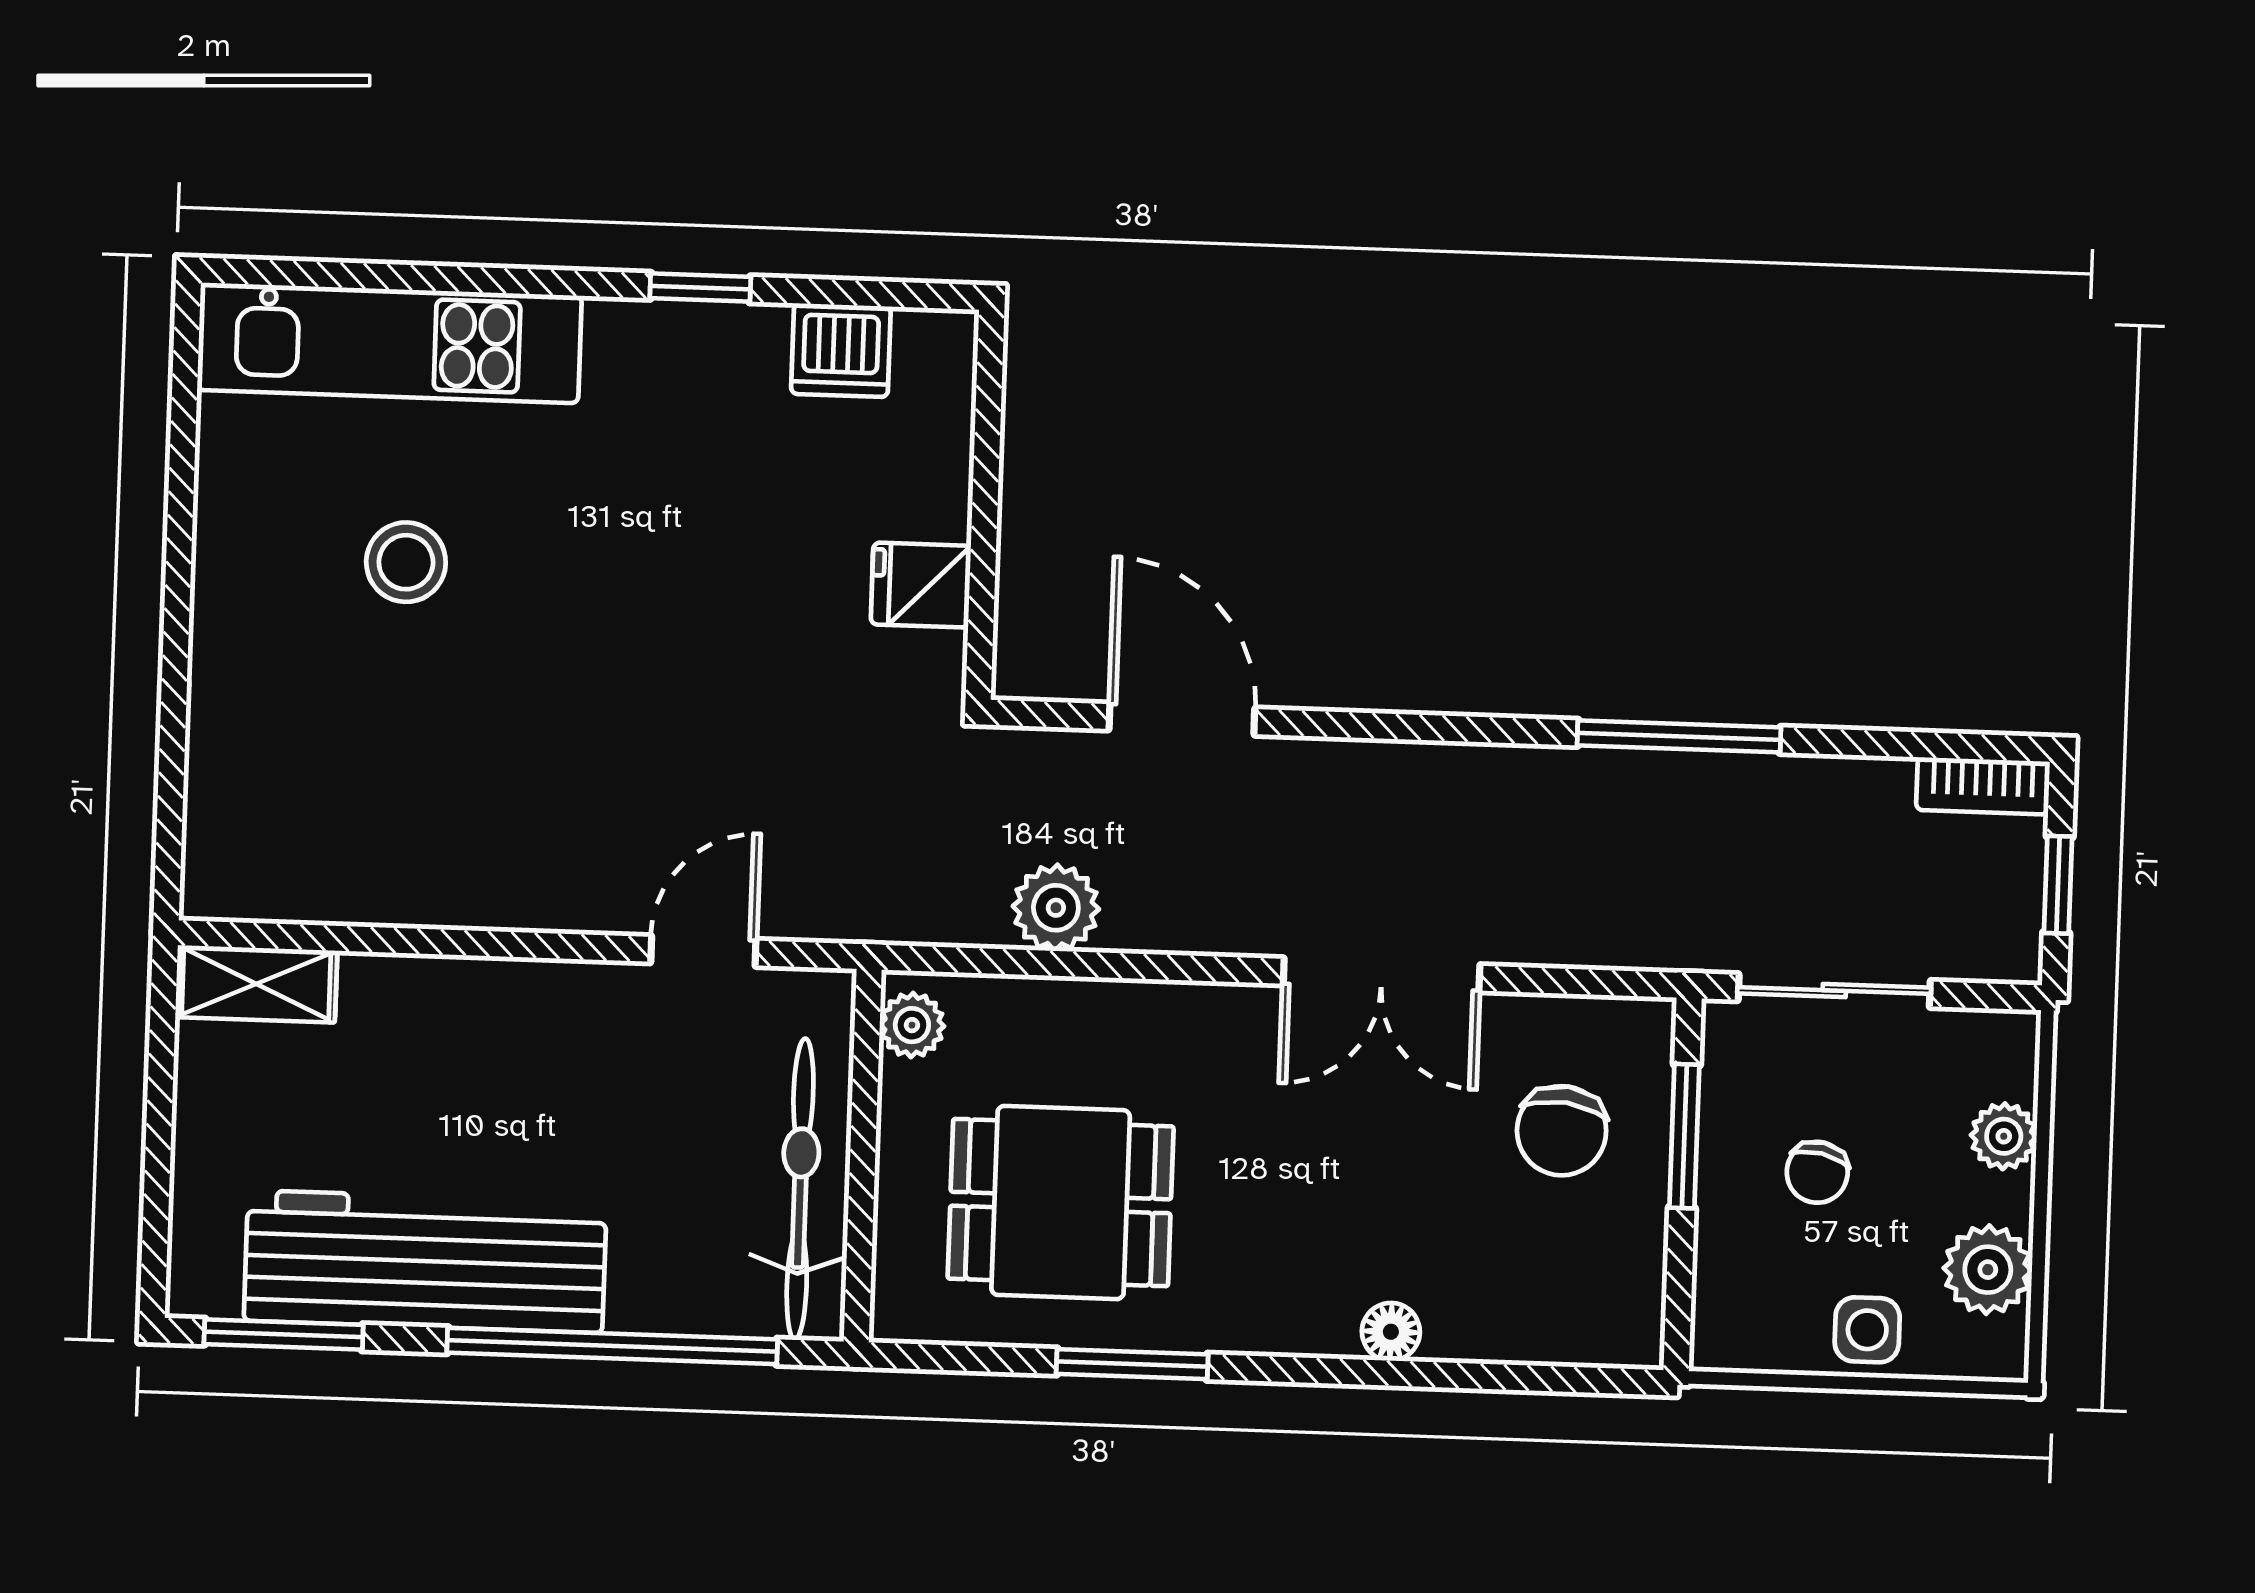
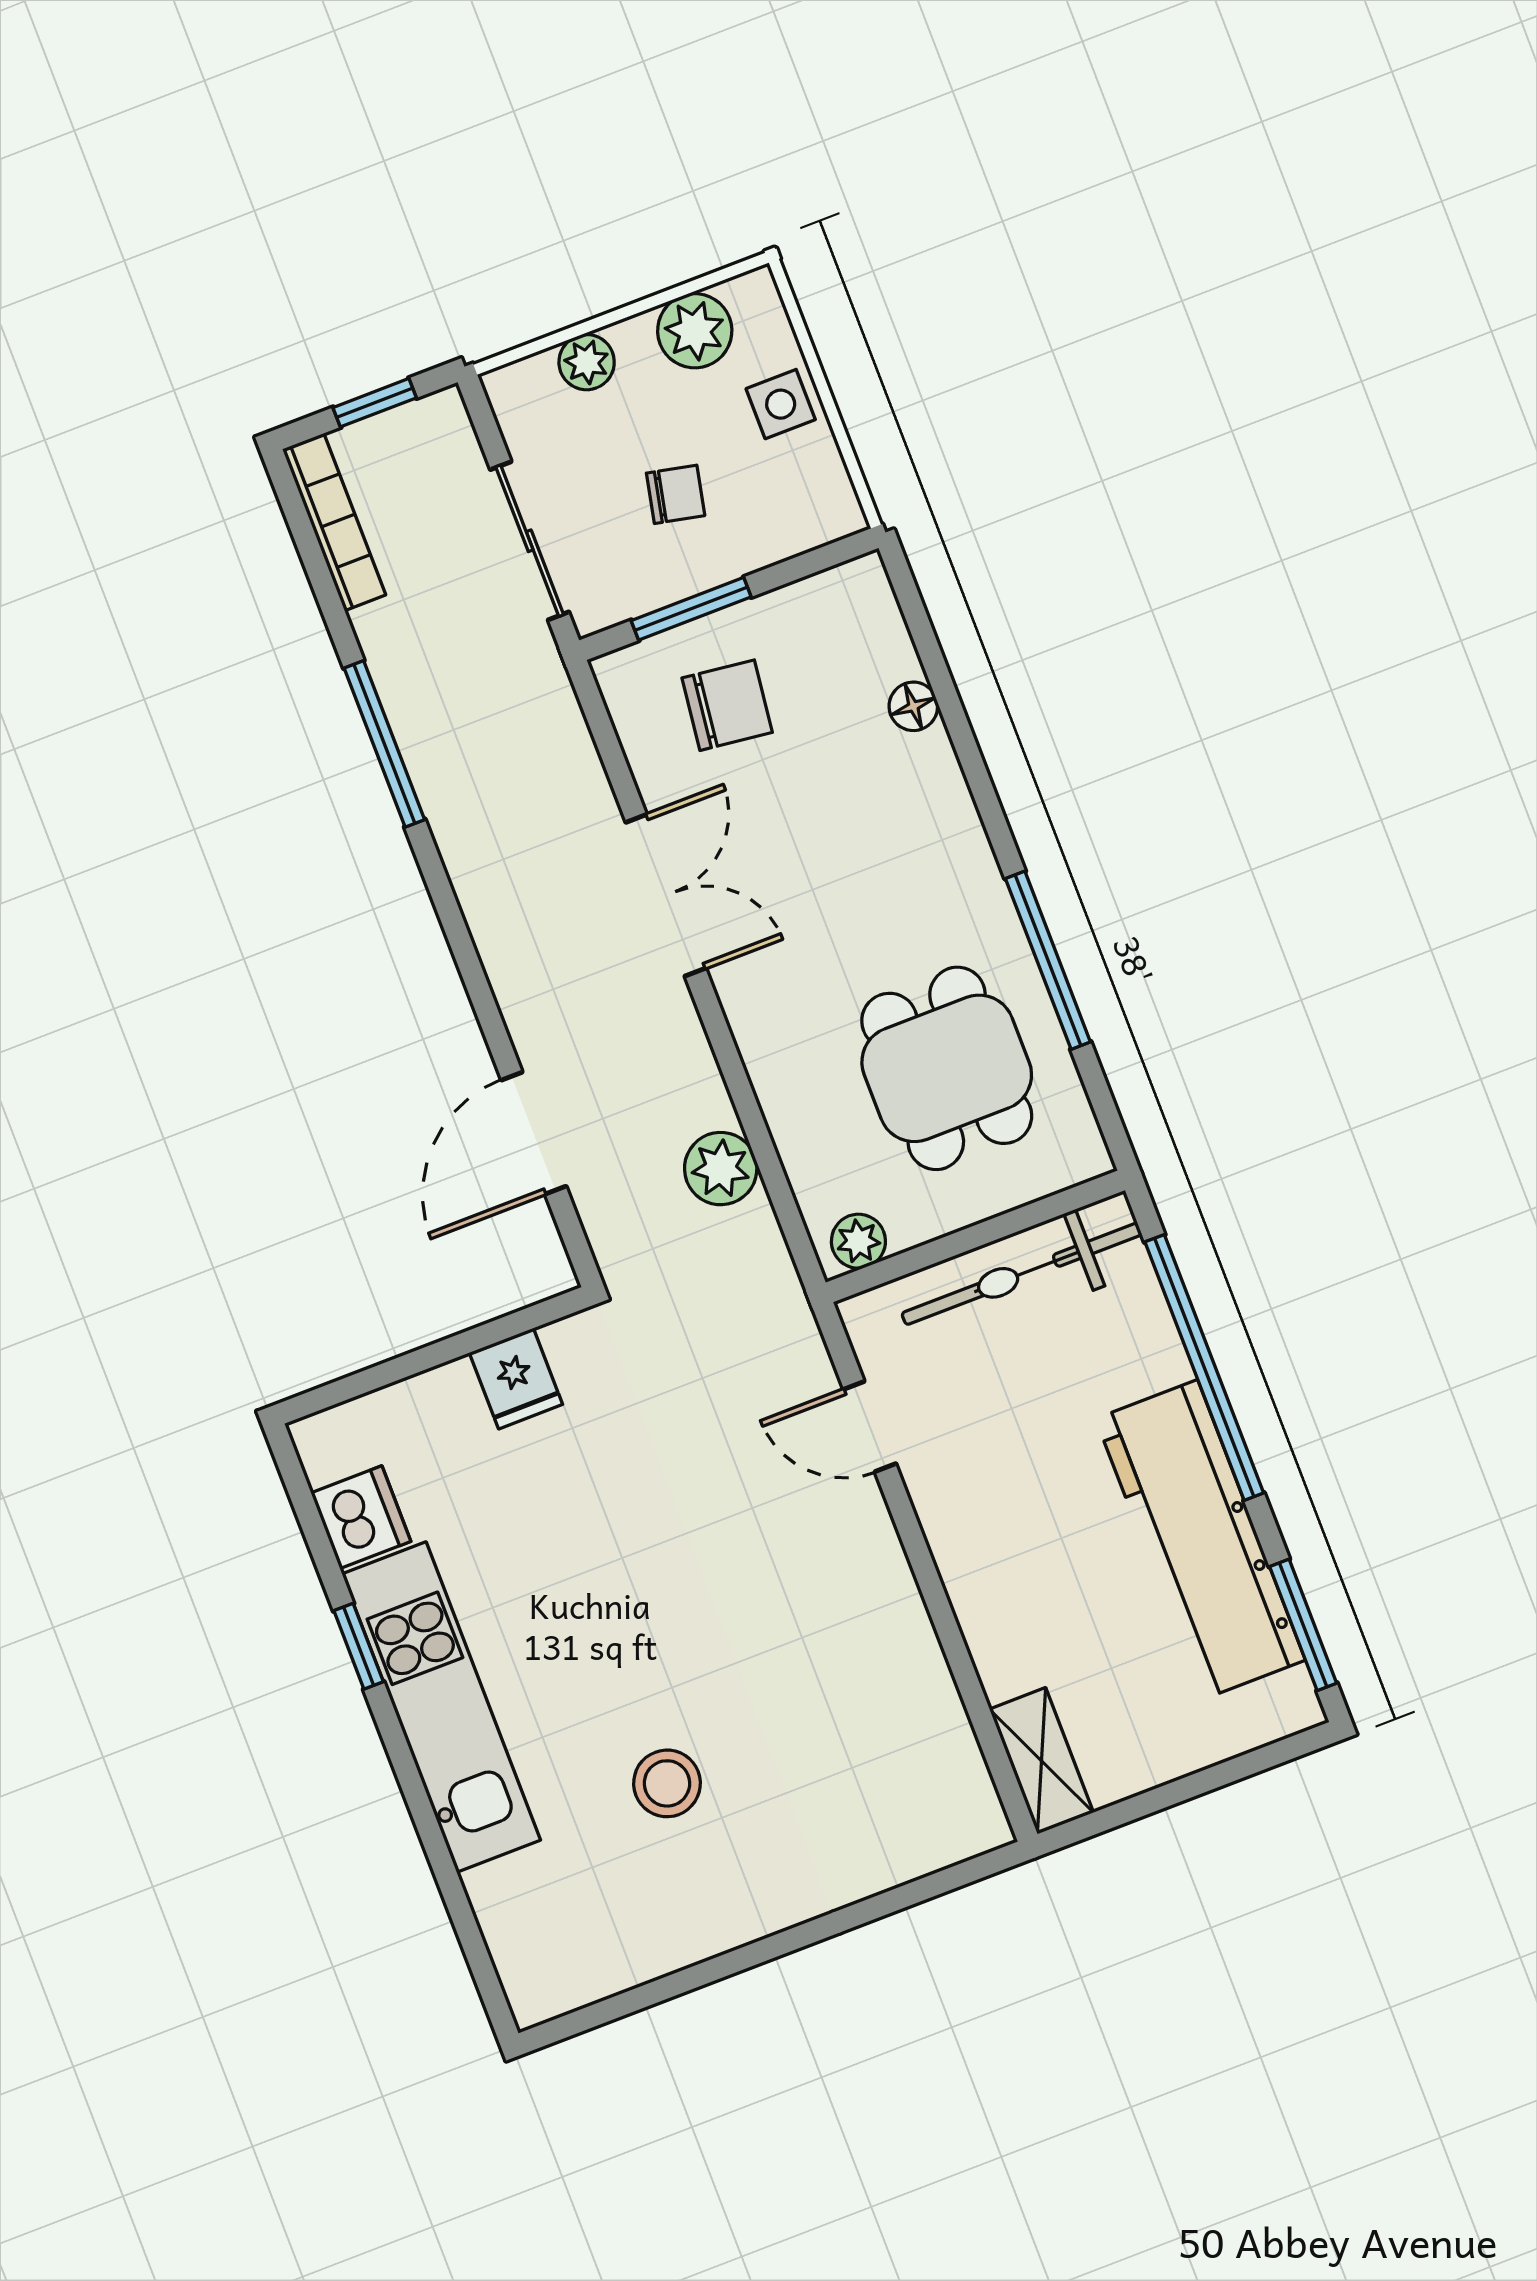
kitchen unit: (389, 343) -> (441, 1707), moved
bookcase: (1983, 786) -> (334, 522), width x1.56
floor lamp: (1391, 1332) -> (913, 706), moved
window: (1132, 1364) -> (1048, 960), width x1.44

